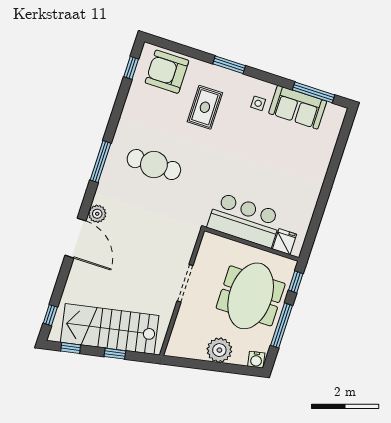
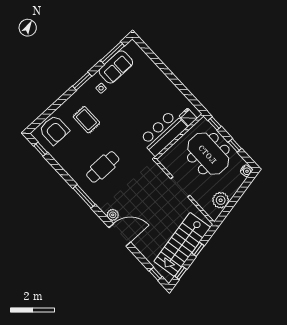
window: (229, 65) -> (82, 81), moved
armchair: (167, 72) -> (54, 130), turned -90
window: (282, 325) -> (235, 145), width x0.46
plant: (219, 350) -> (221, 200), moved

